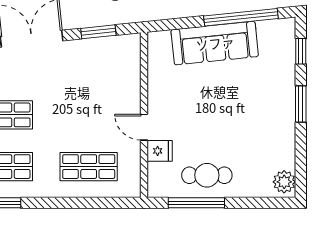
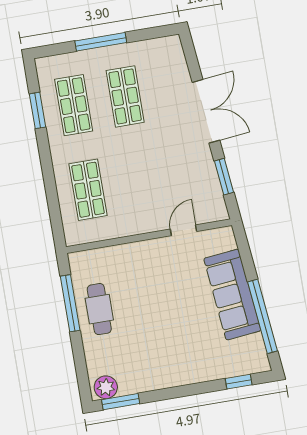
window: (301, 104) -> (121, 402), moved
door: (144, 127) -> (184, 230), moved
fridge: (160, 151) -> (115, 258), removed

